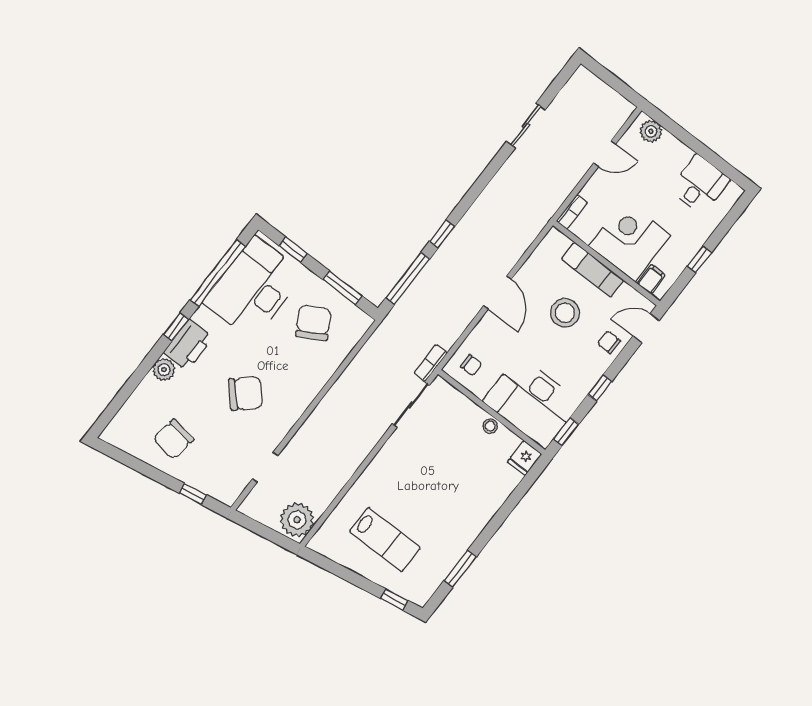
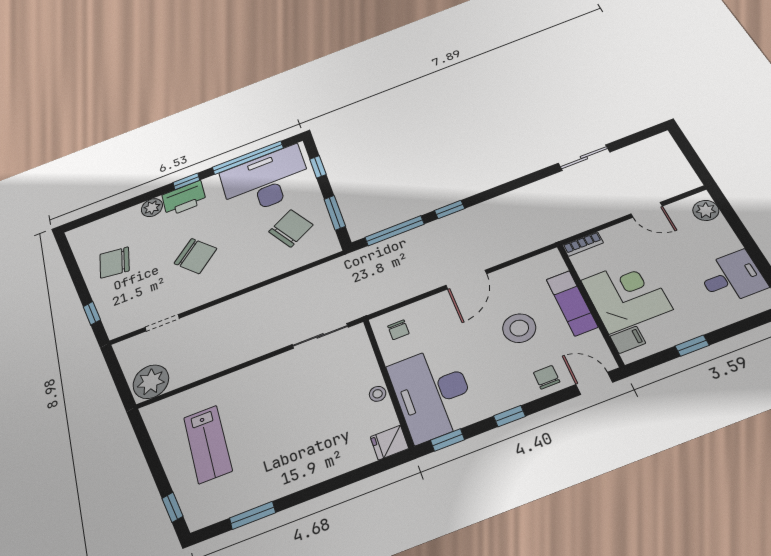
bookcase: (431, 363) -> (363, 309), removed

